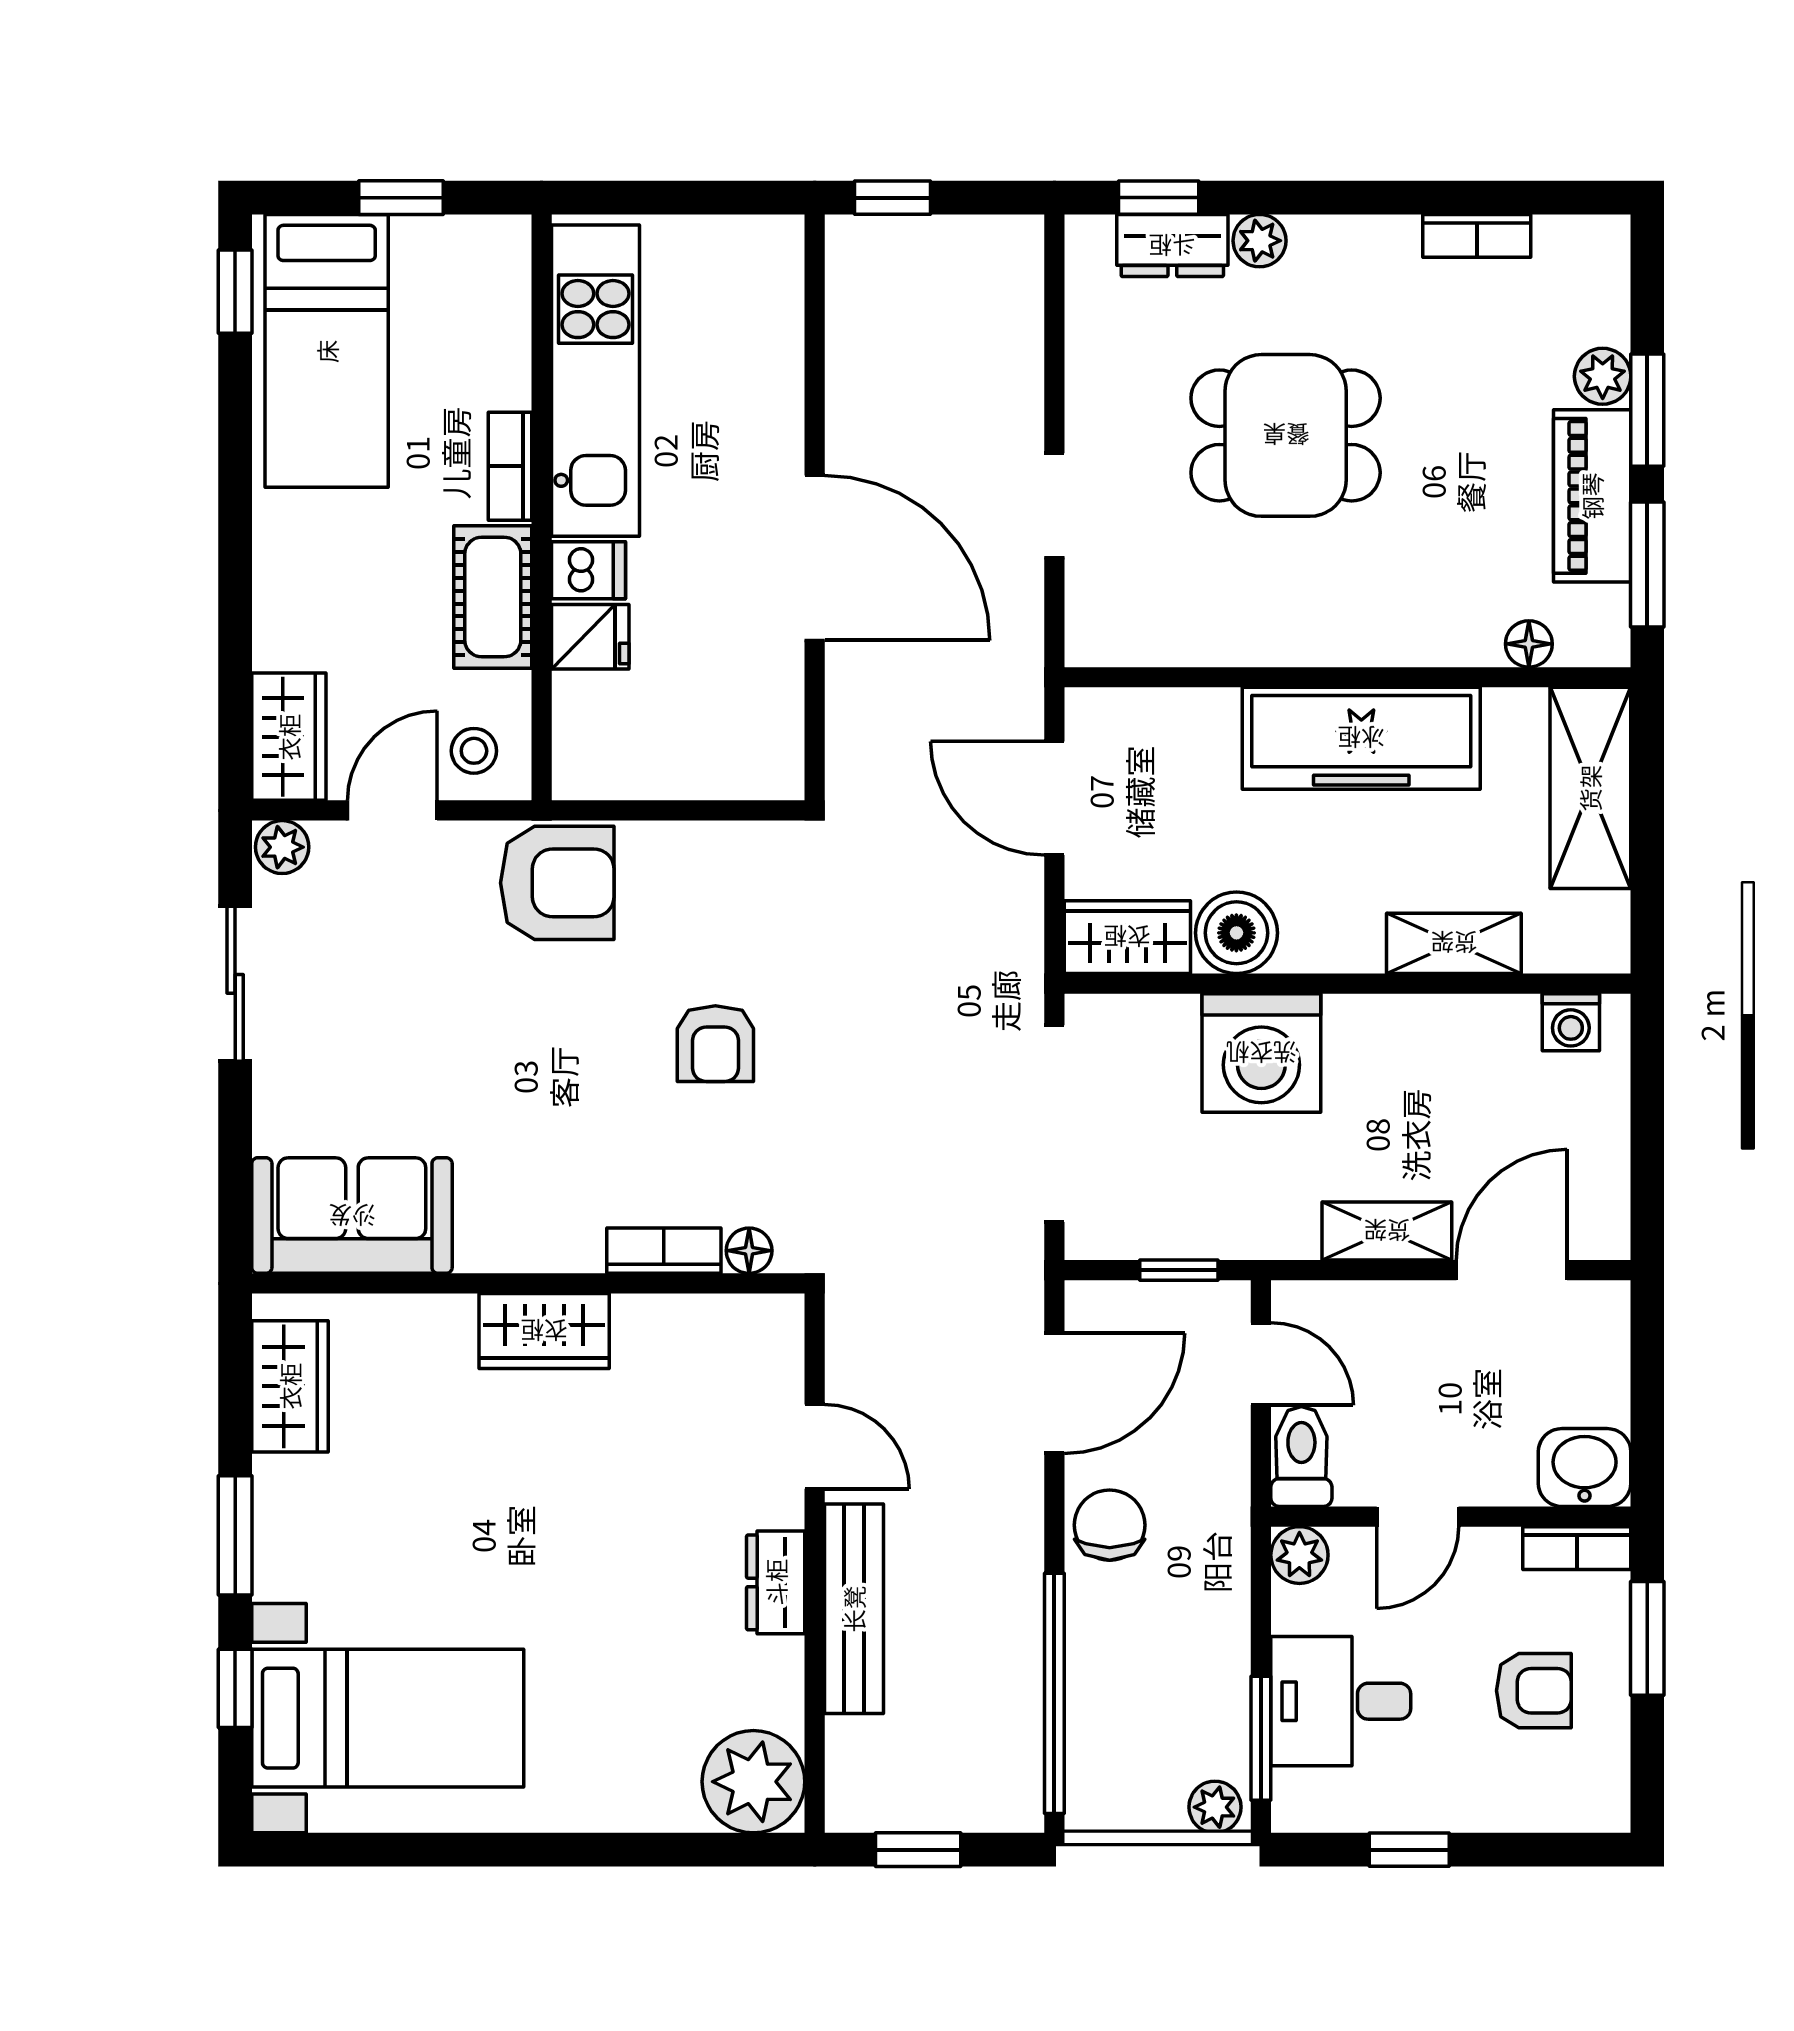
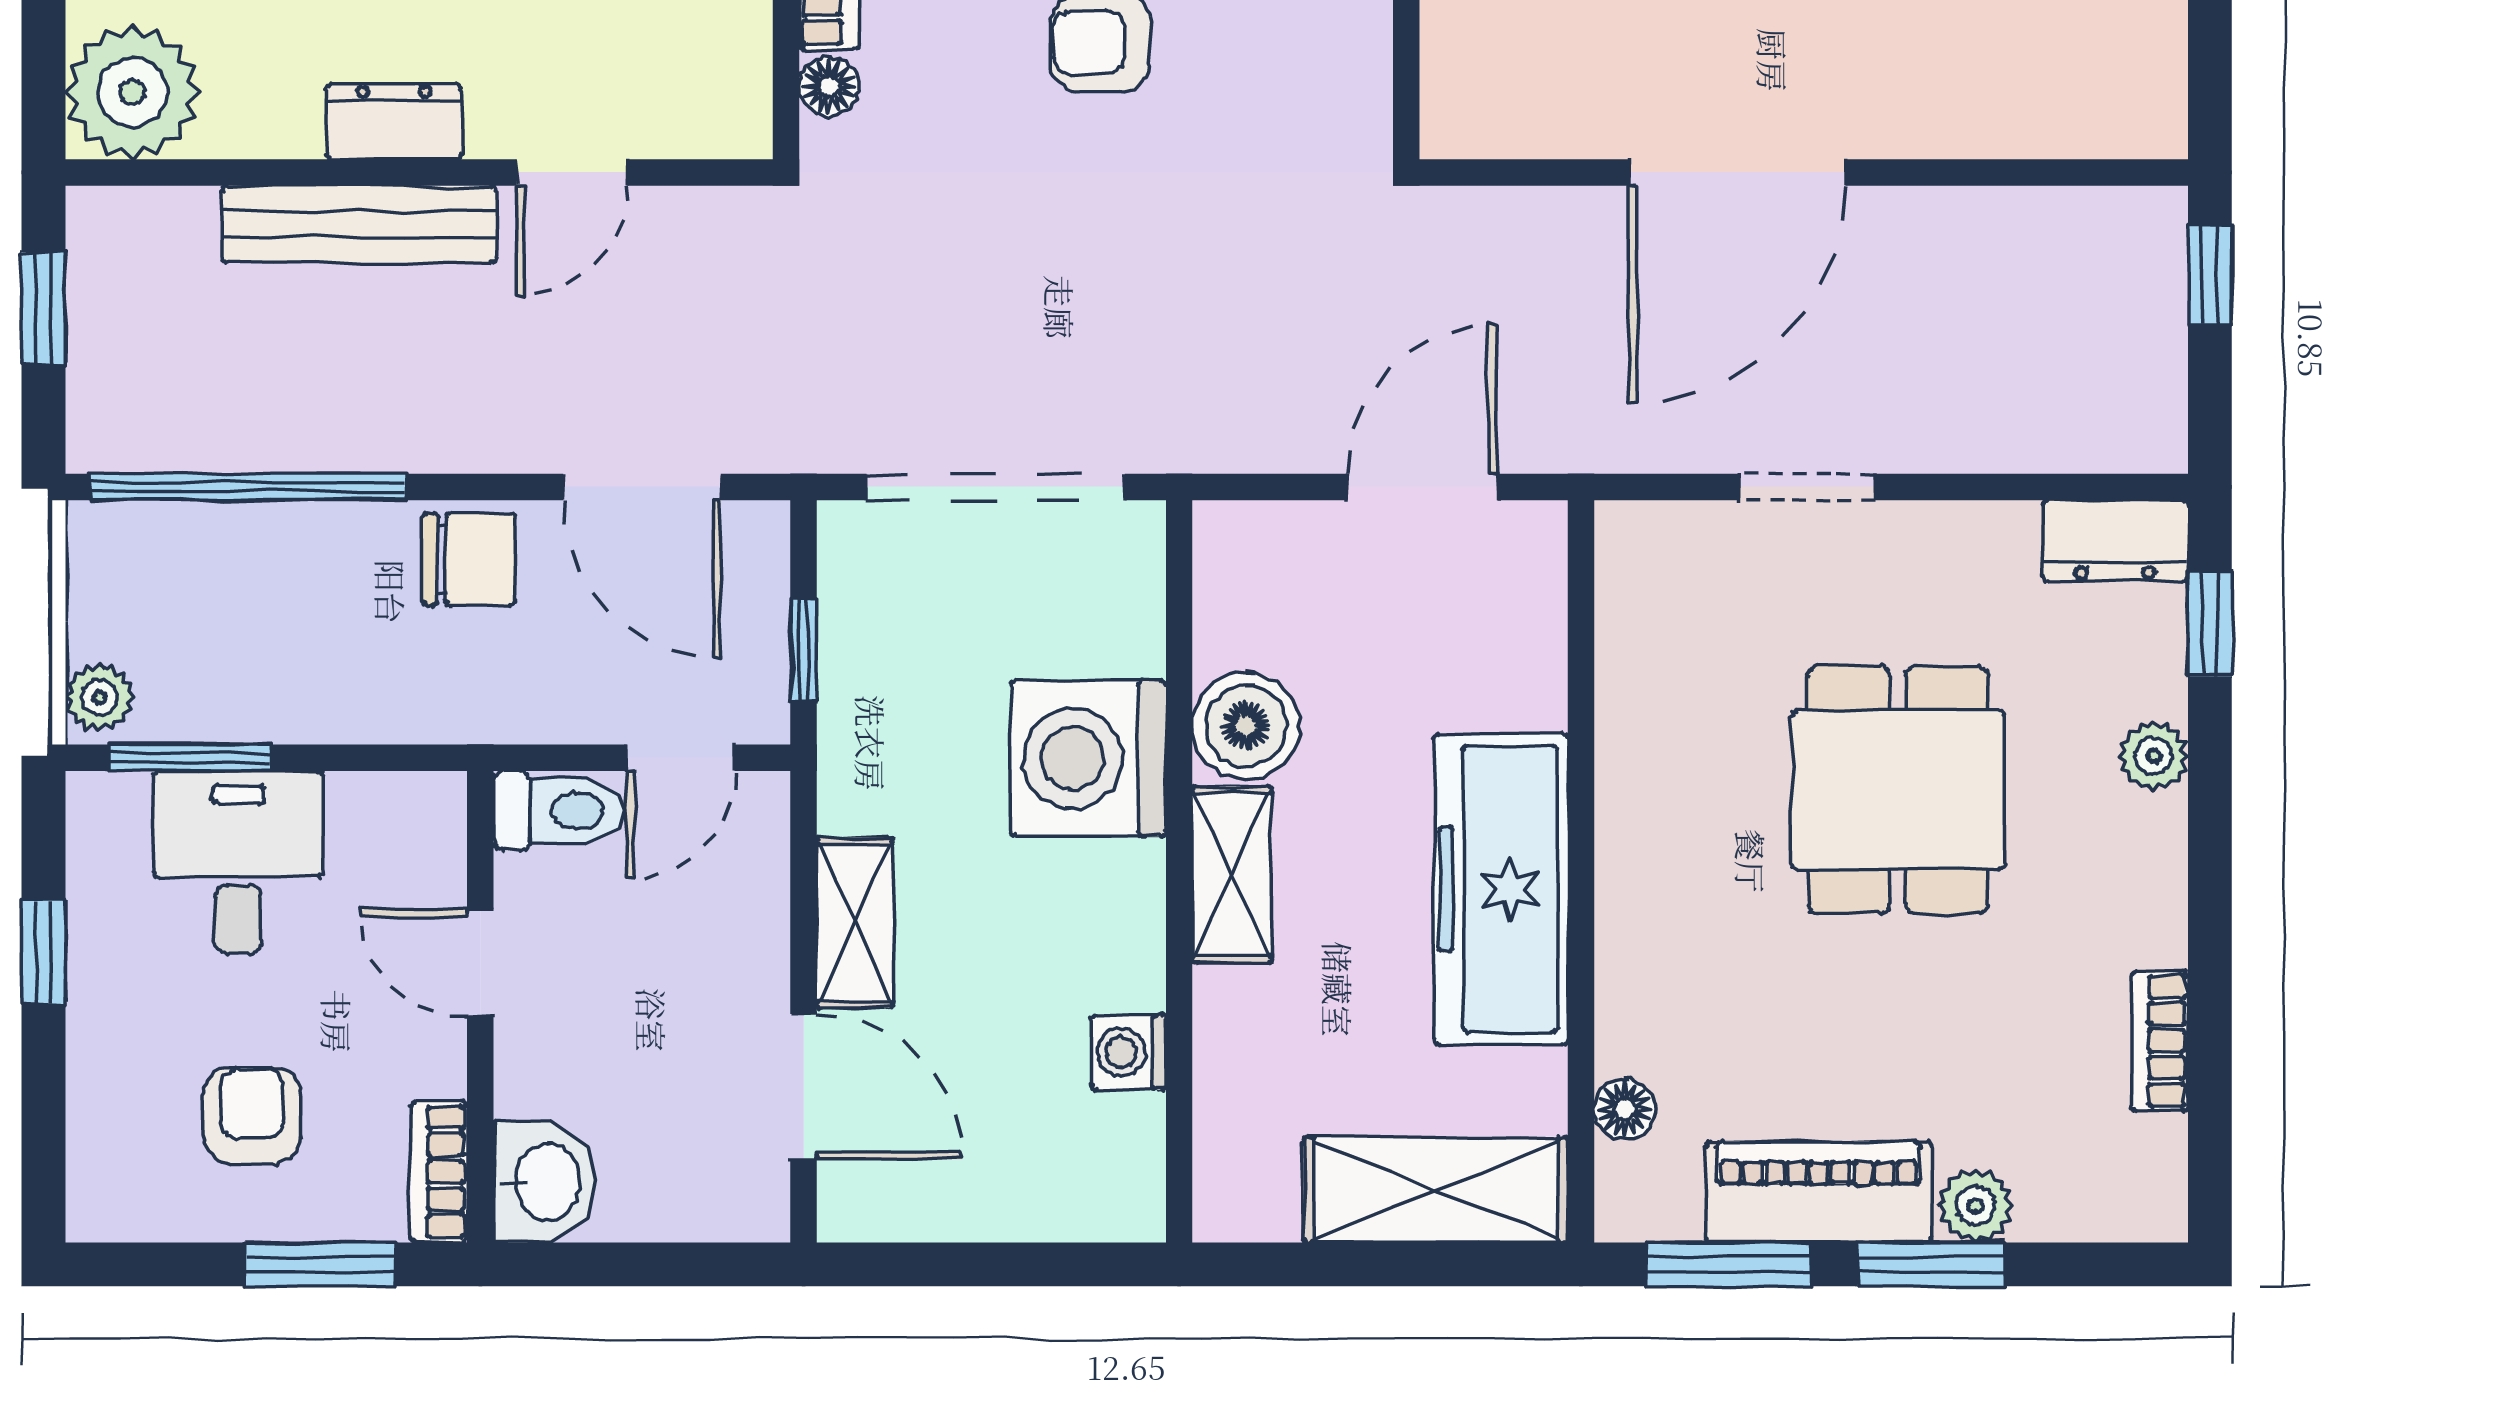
dresser: (1172, 246) -> (2115, 541), moved, turned -90
wardrobe: (1127, 937) -> (1240, 583), removed
shelving: (1454, 943) -> (1232, 874), moved
washing machine: (1571, 1022) -> (1129, 1052), moved
plant: (1299, 1555) -> (430, 808), removed
armchair: (1534, 1691) -> (252, 1115), turned 180

